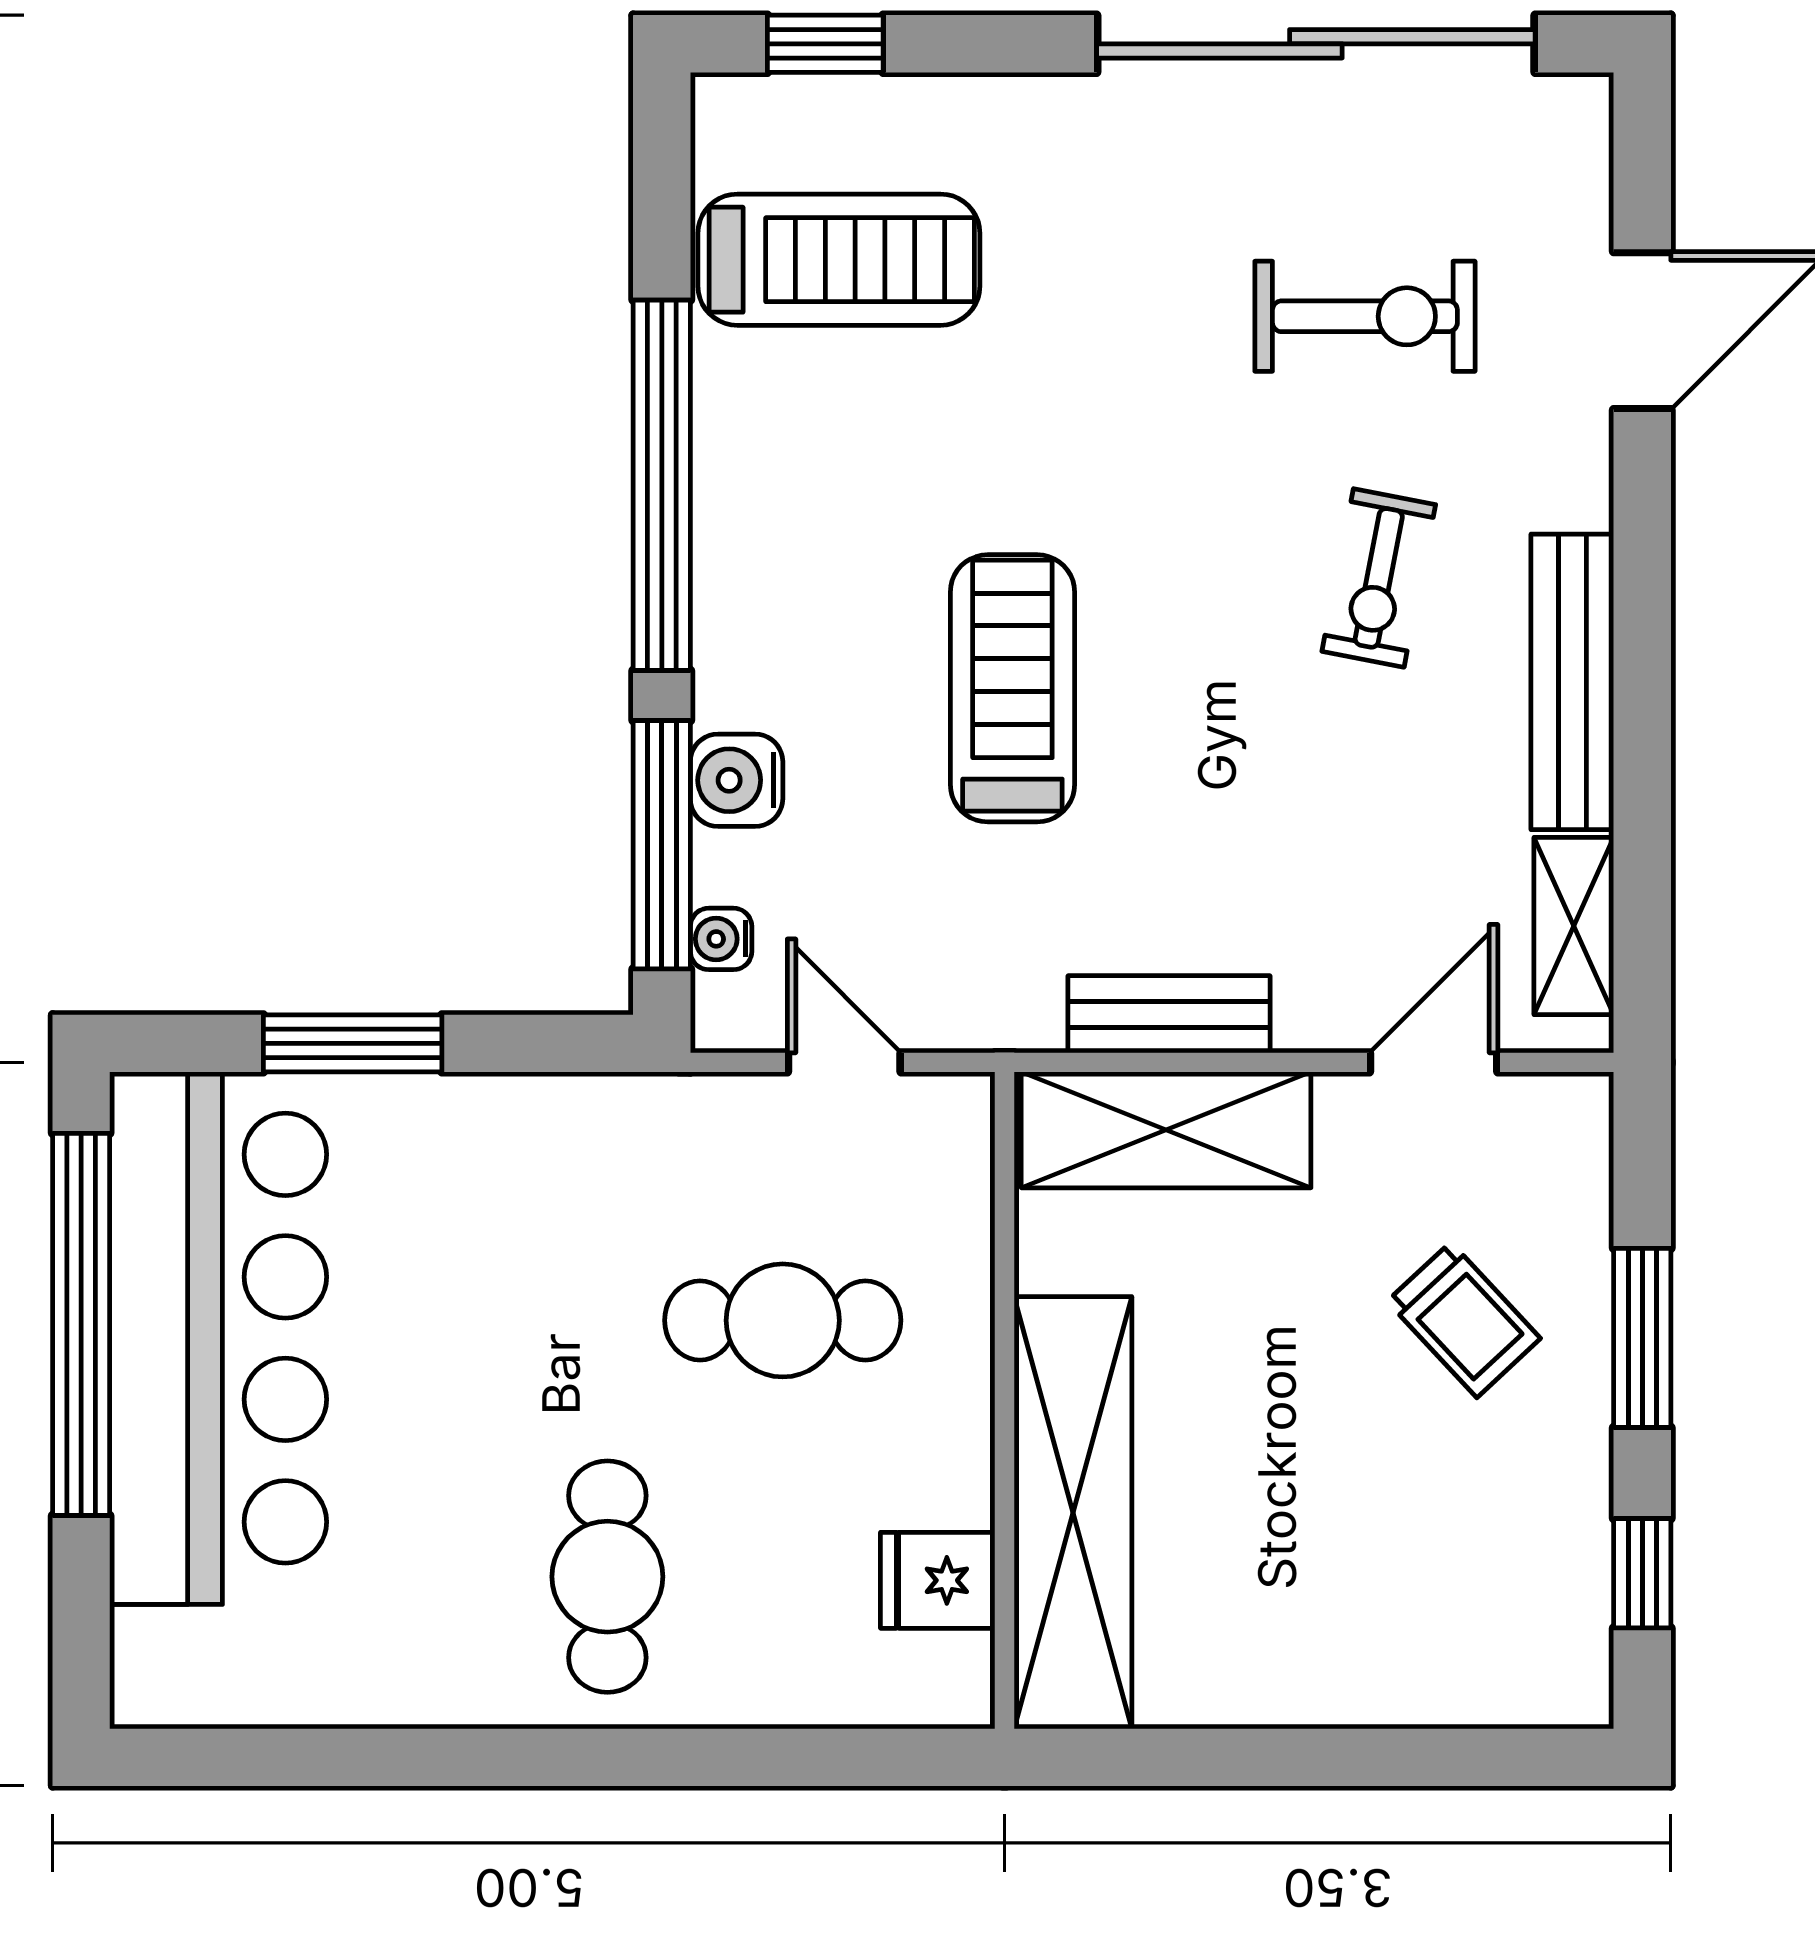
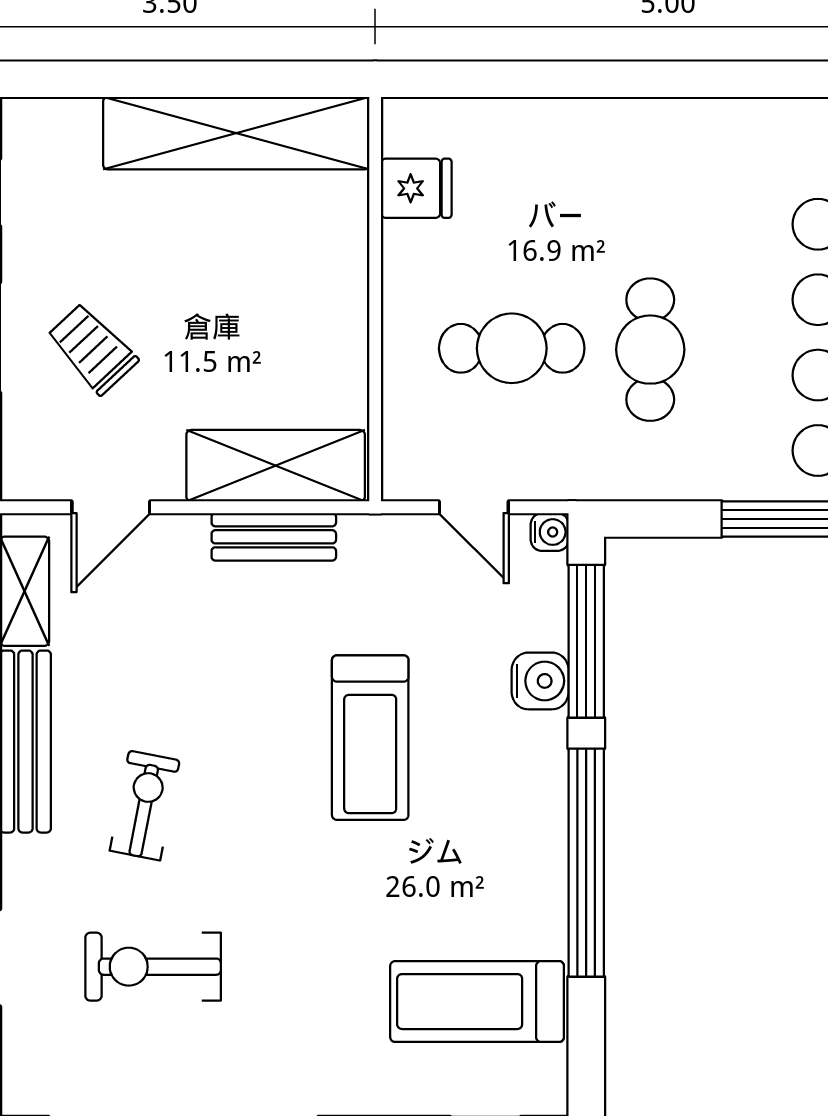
water cooler: (721, 939) -> (550, 532), moved
shelving: (1073, 1513) -> (236, 133), moved, turned 90
cafe table: (607, 1577) -> (650, 350), moved

